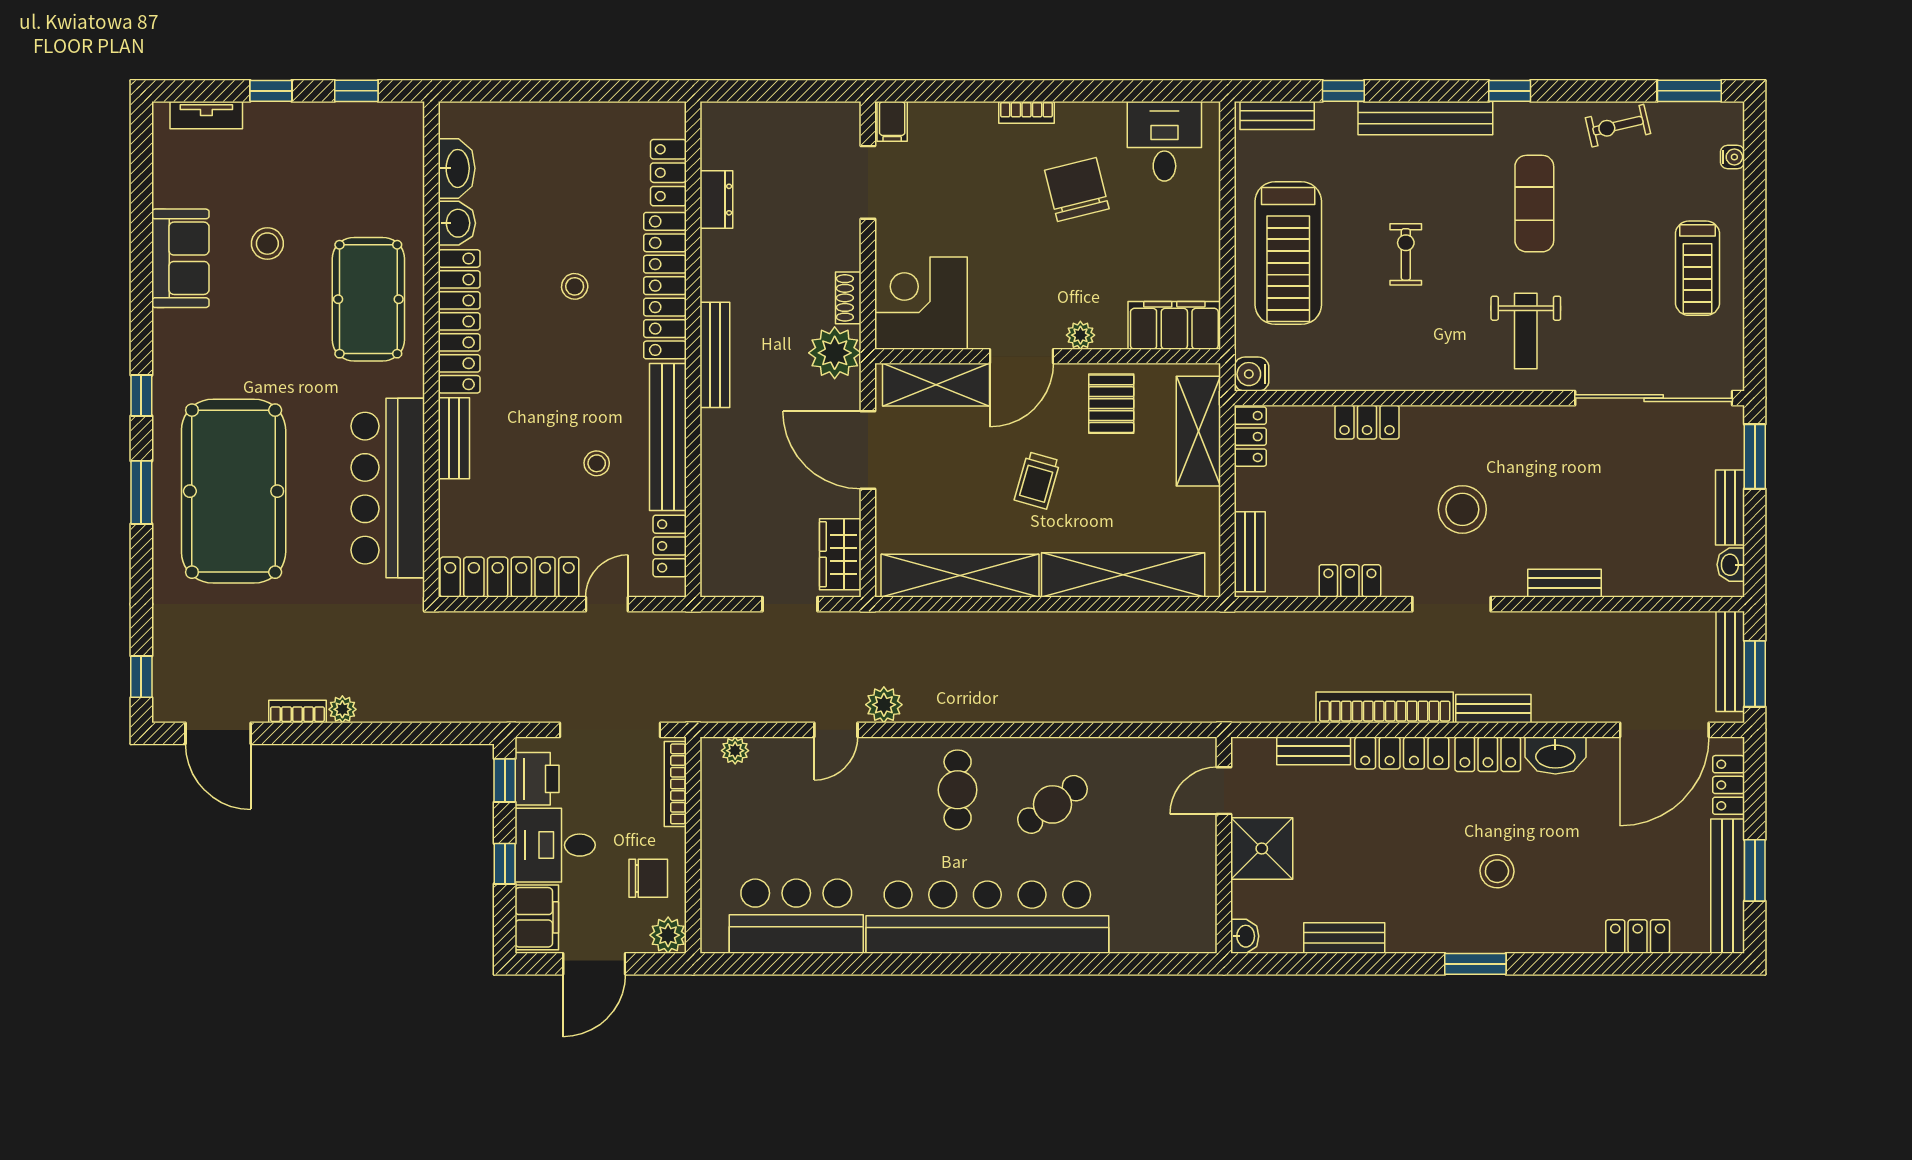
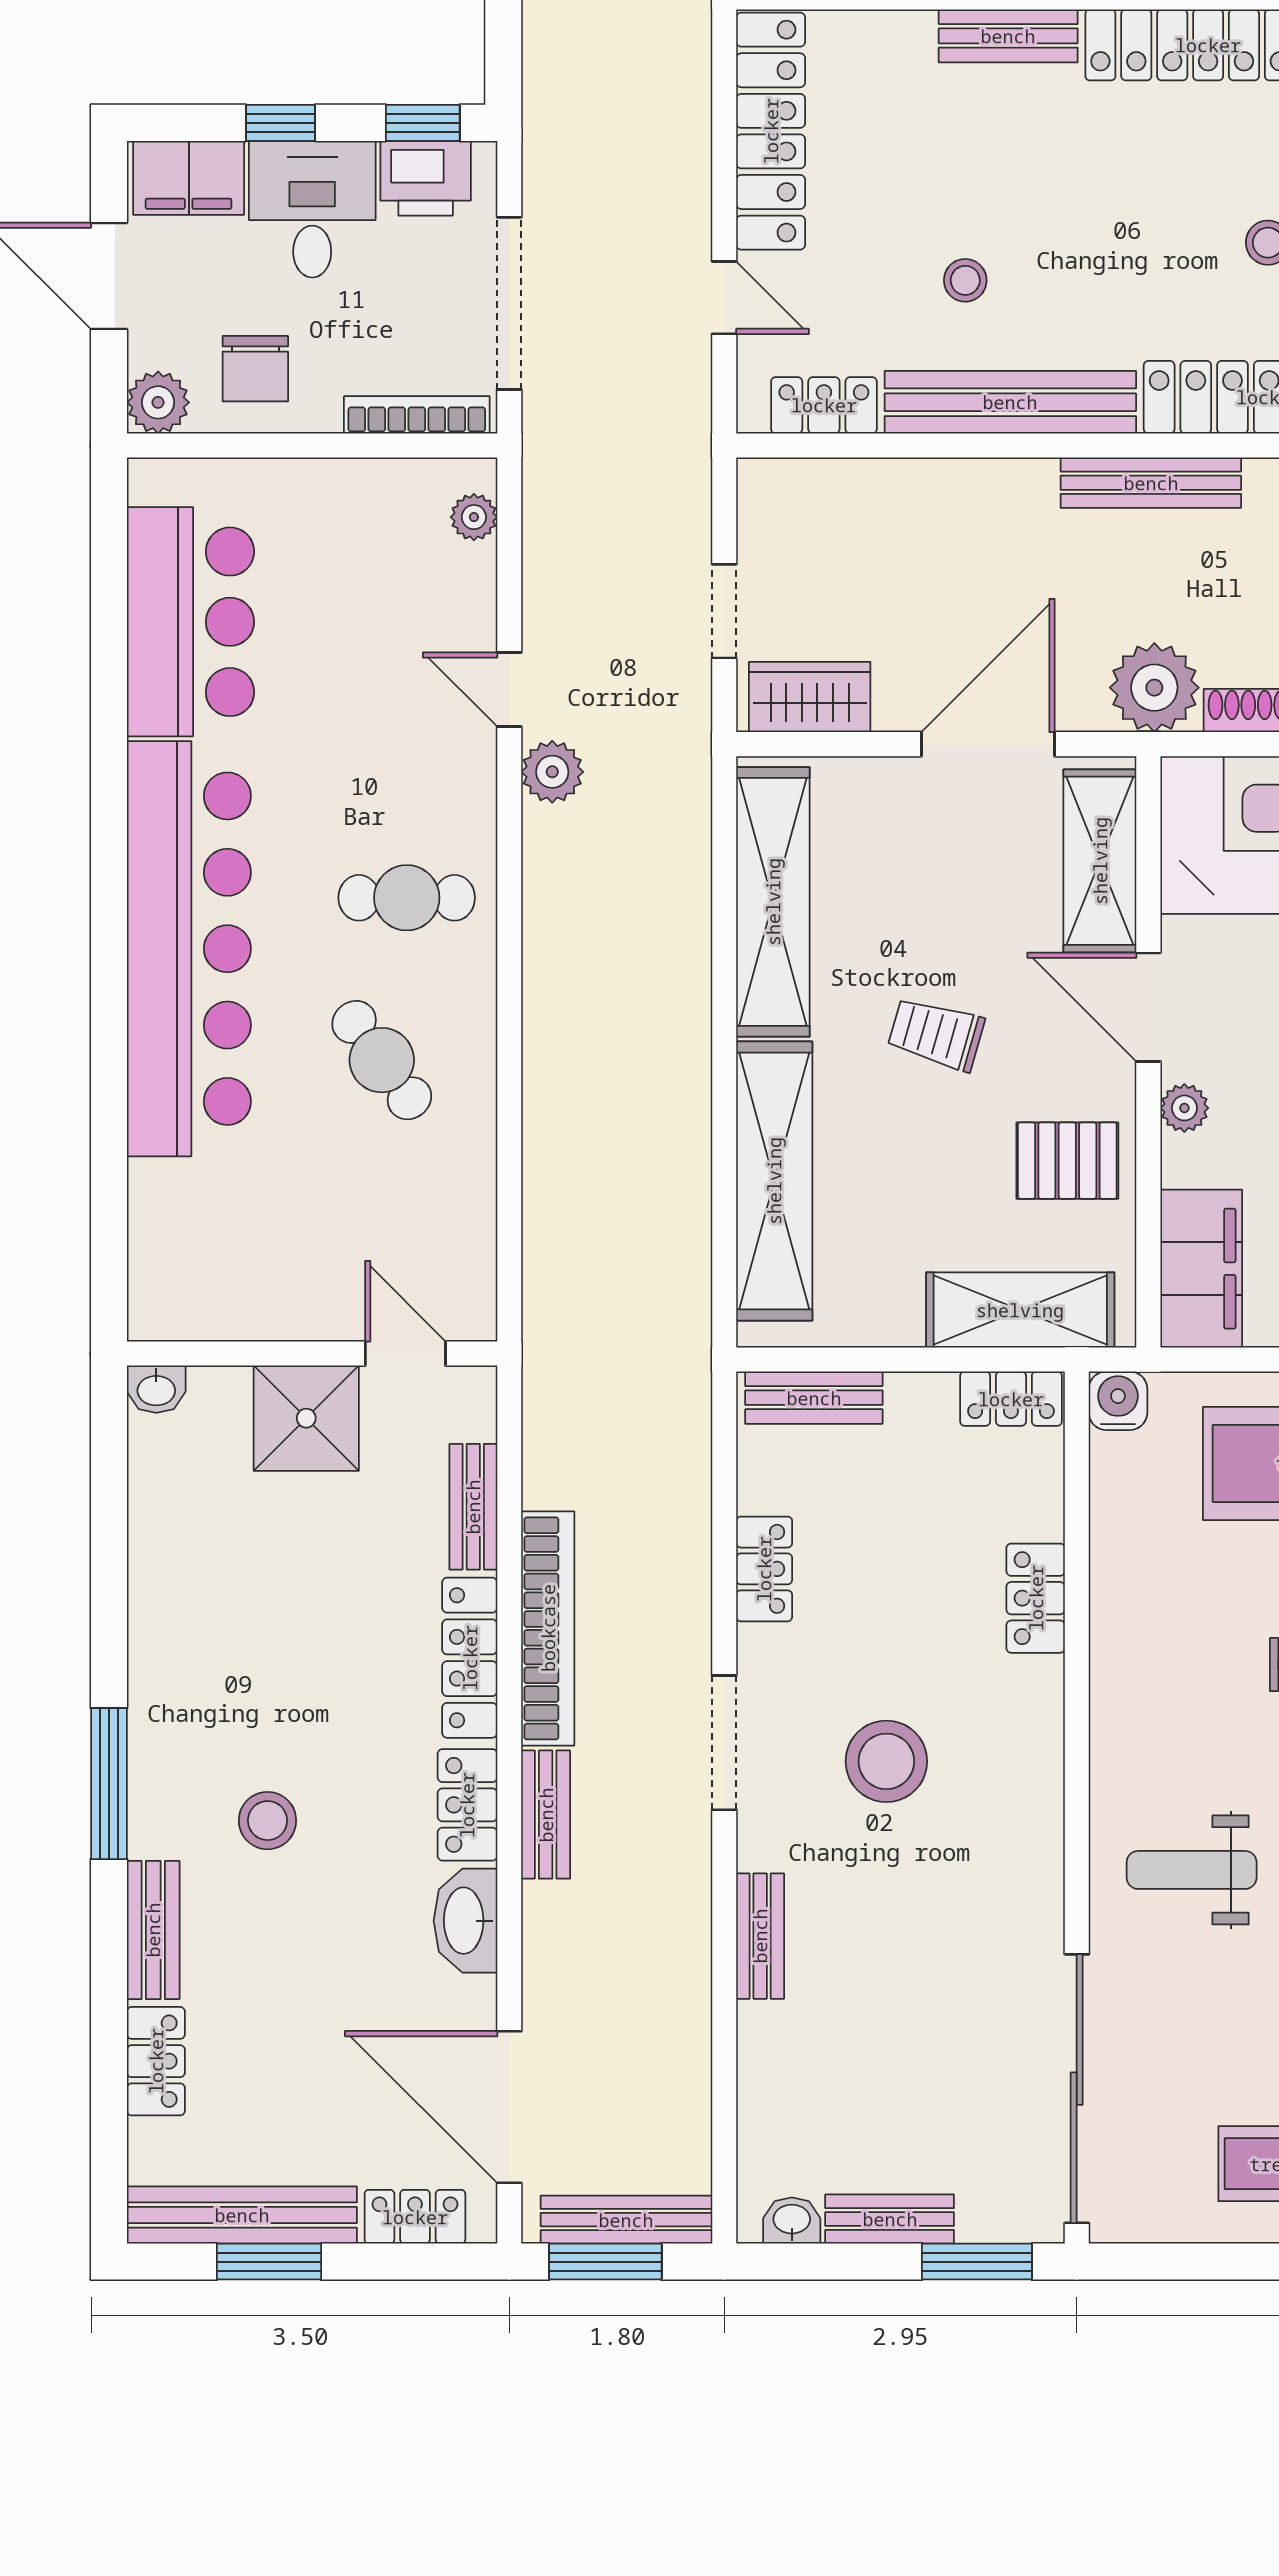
bench: (1344, 938) -> (153, 1930), moved
window: (1475, 964) -> (109, 1784), width x1.44

